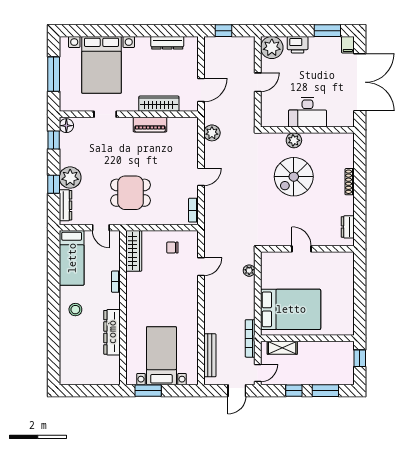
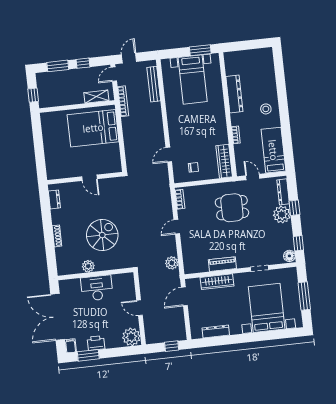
printer: (298, 45) -> (96, 343), moved
door: (258, 82) -> (140, 308), hinge flipped
plant: (294, 140) -> (88, 266), moved
plant: (249, 271) -> (130, 156), removed

